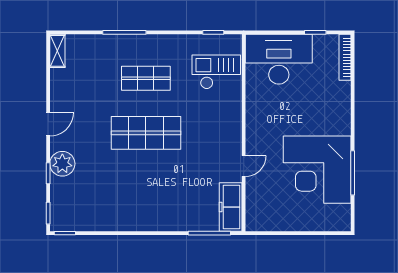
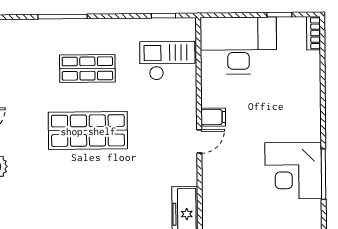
bookcase: (345, 57) -> (314, 33), width x0.64
filing cabinet: (256, 122) -> (213, 117), added
door: (244, 166) -> (199, 141), moved
corner desk: (317, 170) -> (293, 171), width x0.74, depth x0.74

